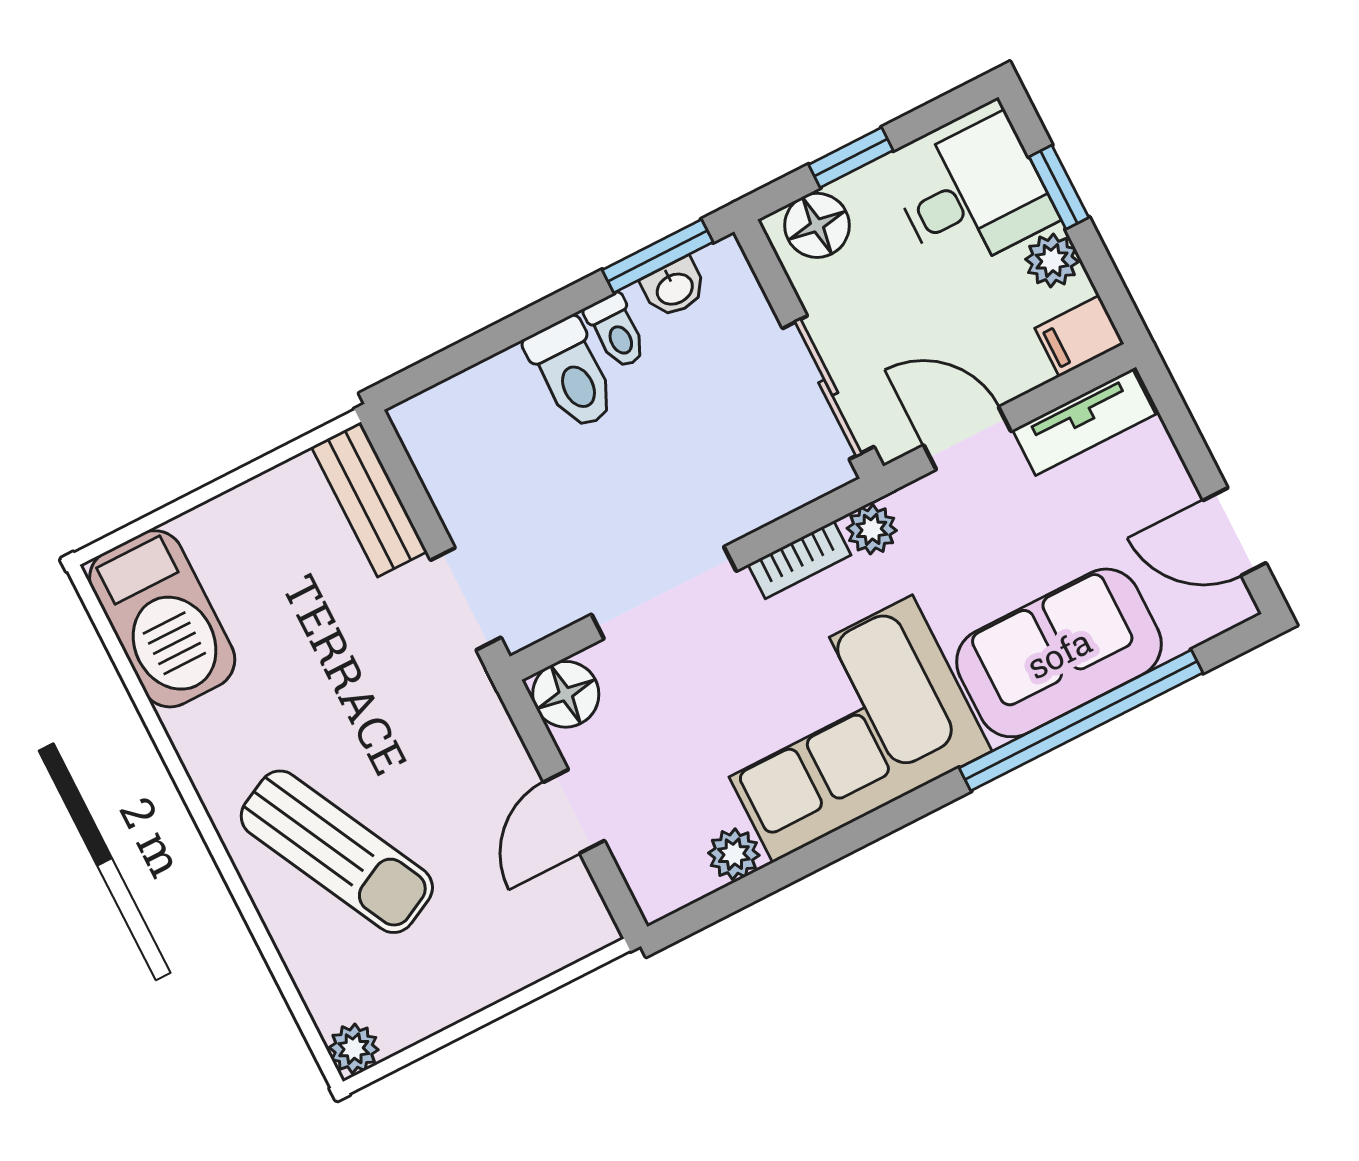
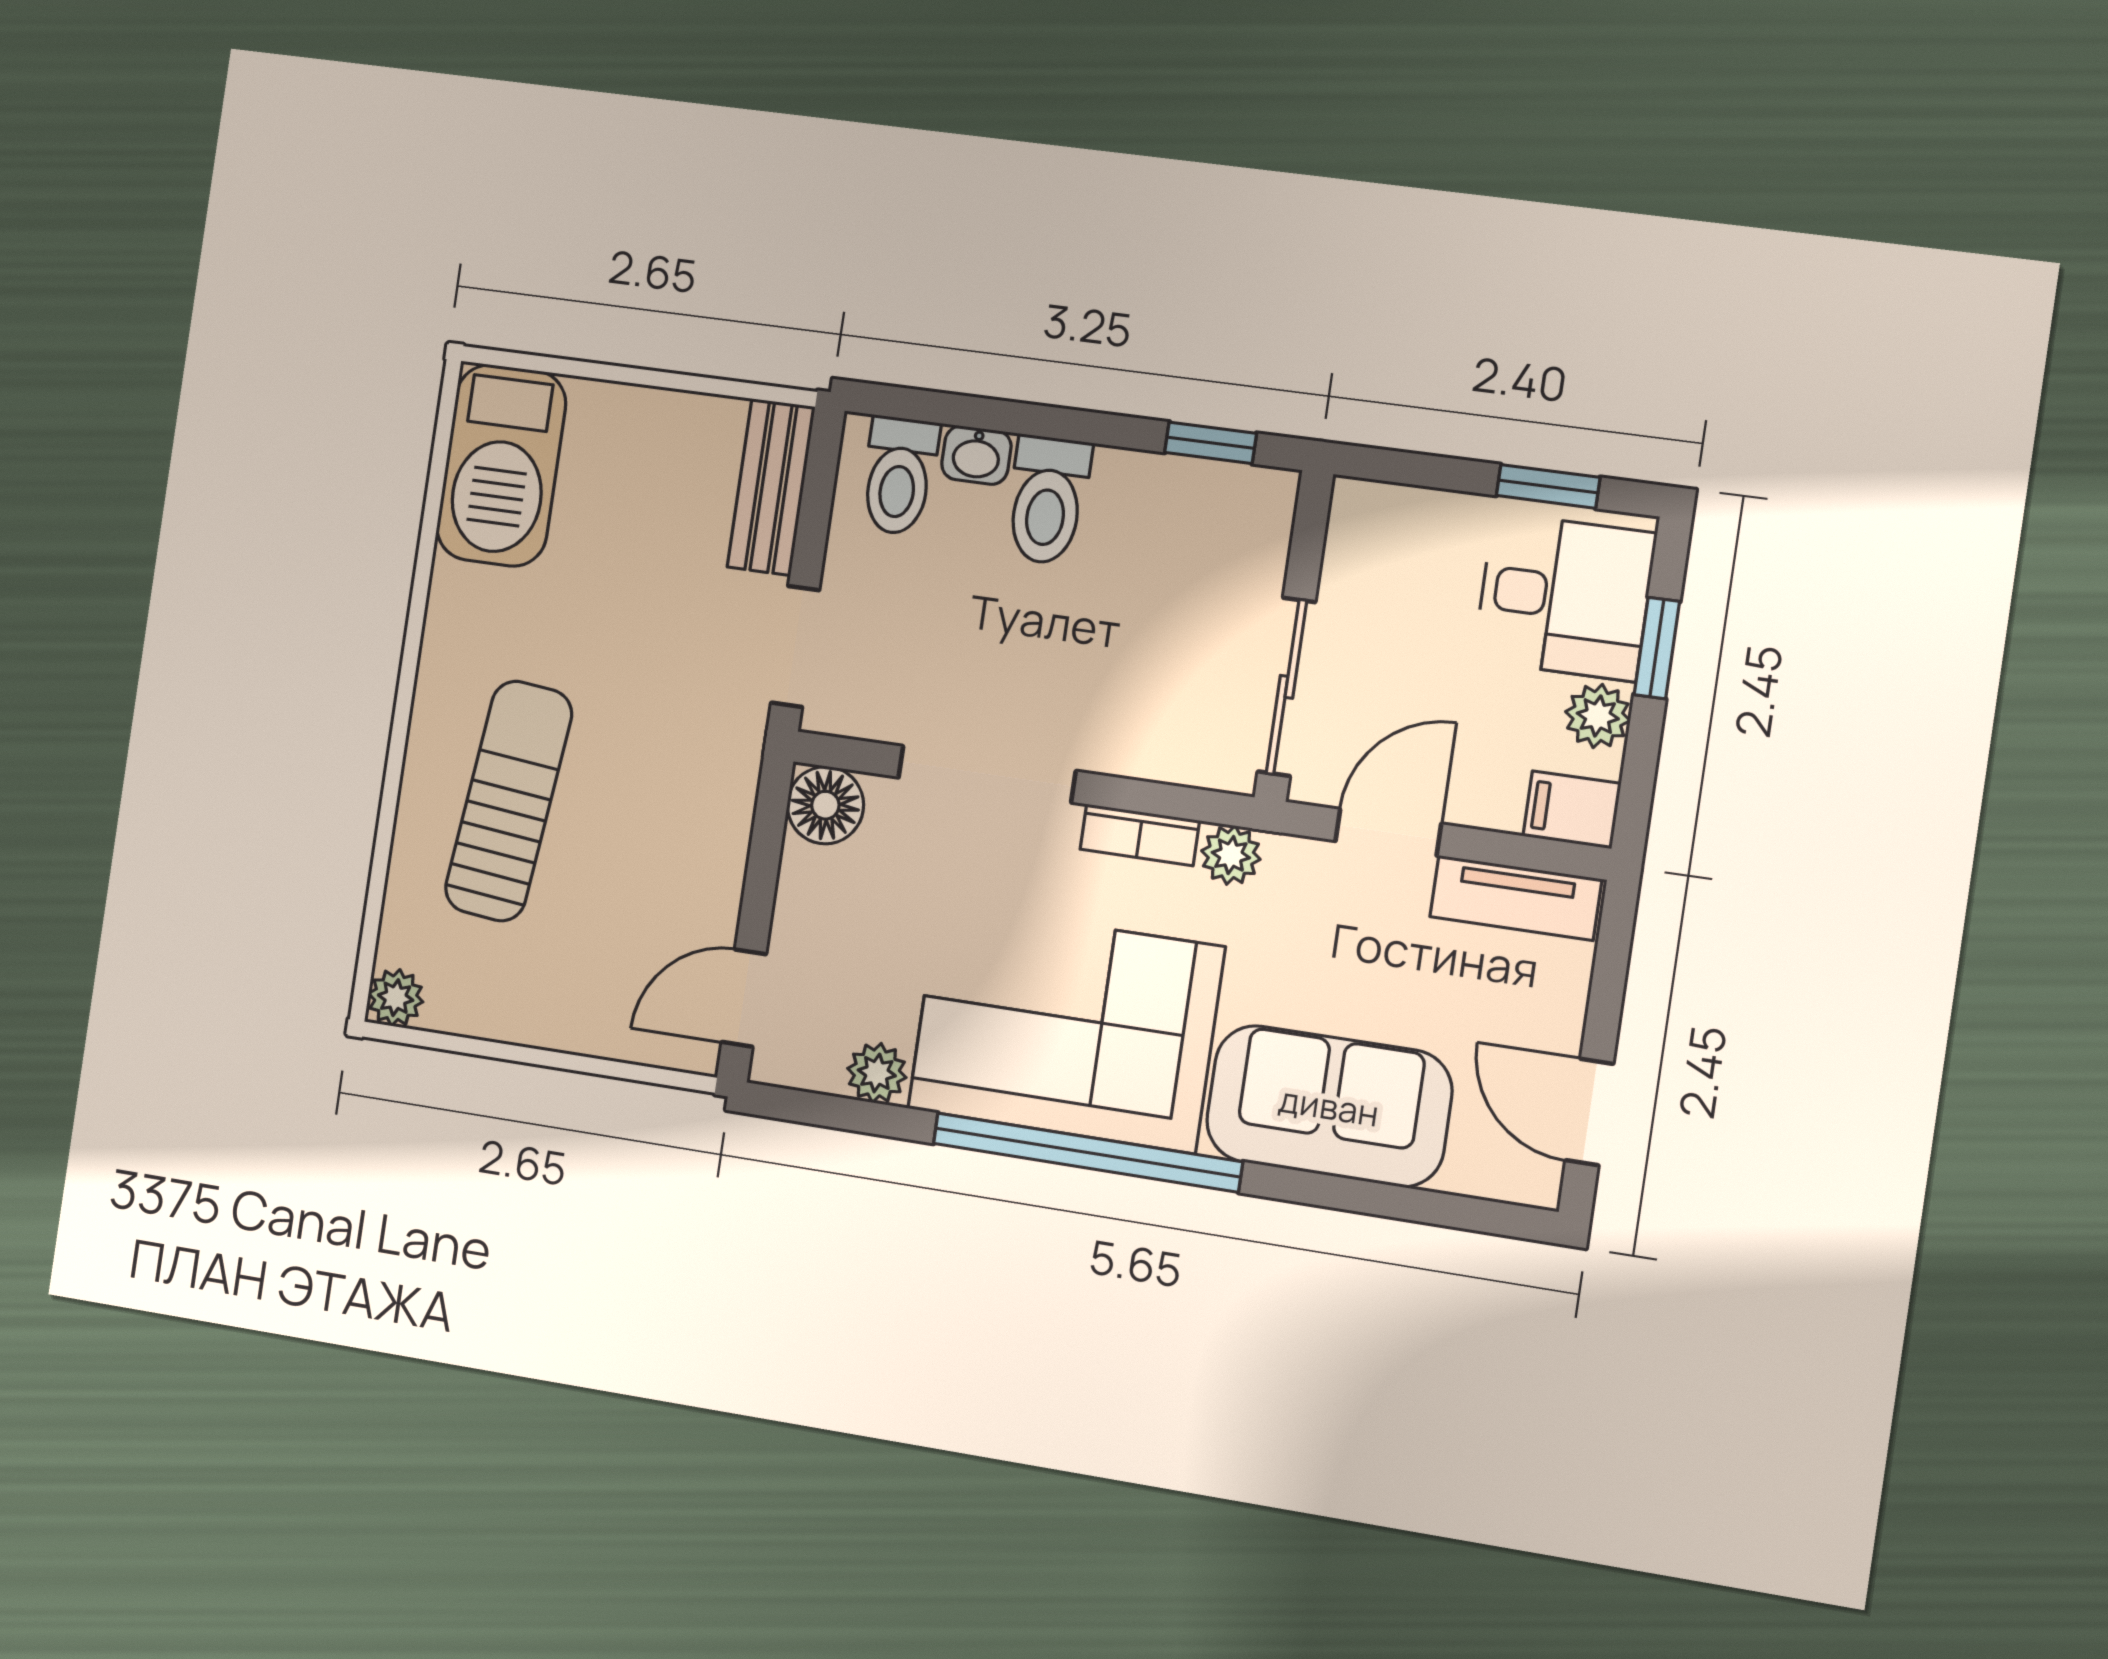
window: (851, 158) -> (1548, 486), moved
floor lamp: (817, 225) -> (1388, 520), removed
window: (658, 256) -> (1211, 443), width x0.67
washbasin: (674, 288) -> (976, 455), moved
toilet: (616, 331) -> (899, 476), moved, width x1.37, depth x1.39
door: (967, 438) -> (1388, 832), hinge flipped
window: (1081, 720) -> (1087, 1152), moved
door: (574, 811) -> (744, 998), moved
sun lounger: (337, 852) -> (509, 801), turned -147

